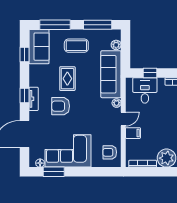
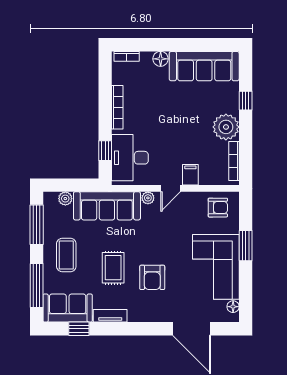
rug: (67, 79) -> (113, 268), turned 90
desk: (145, 90) -> (130, 158), width x1.37
window: (24, 95) -> (137, 329), removed
tv unit: (34, 99) -> (110, 316), moved
door: (123, 119) -> (171, 188), swing flipped
armchair: (110, 152) -> (218, 208), turned -90
window: (54, 172) -> (246, 246), moved

